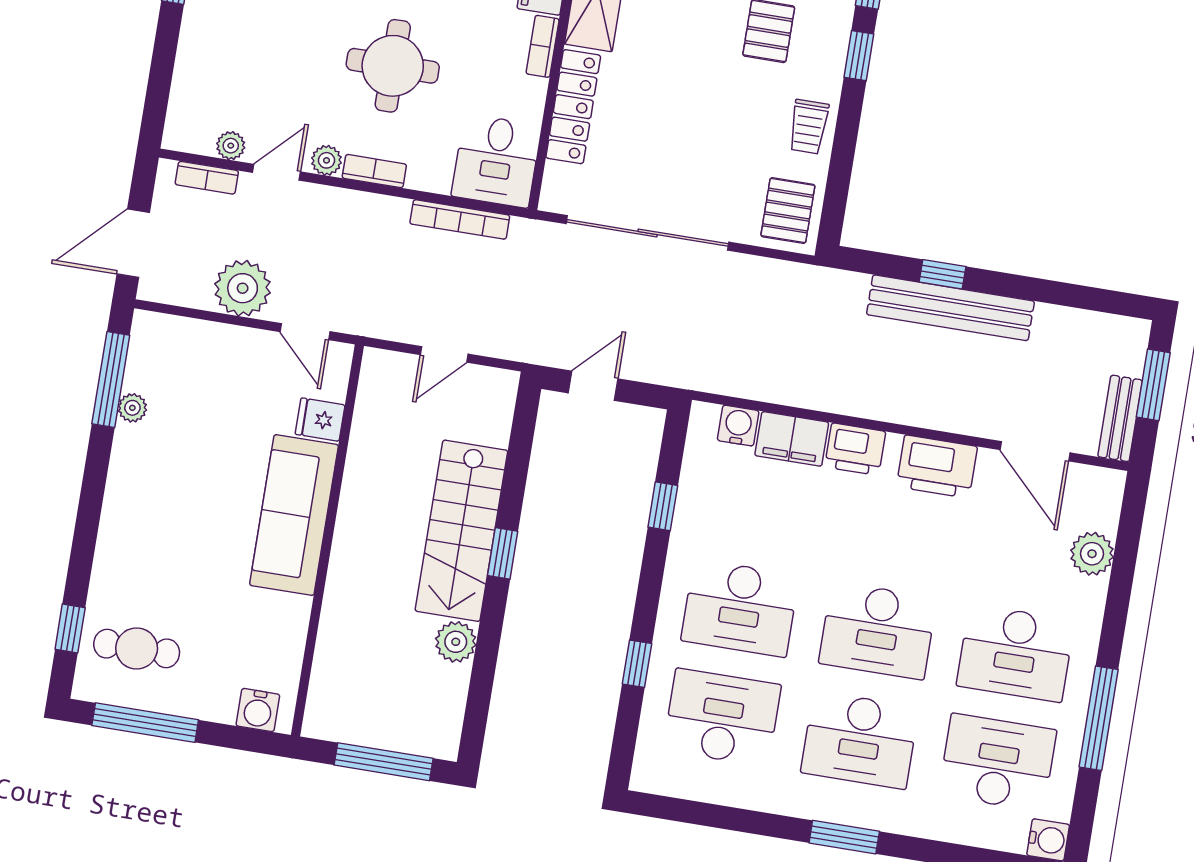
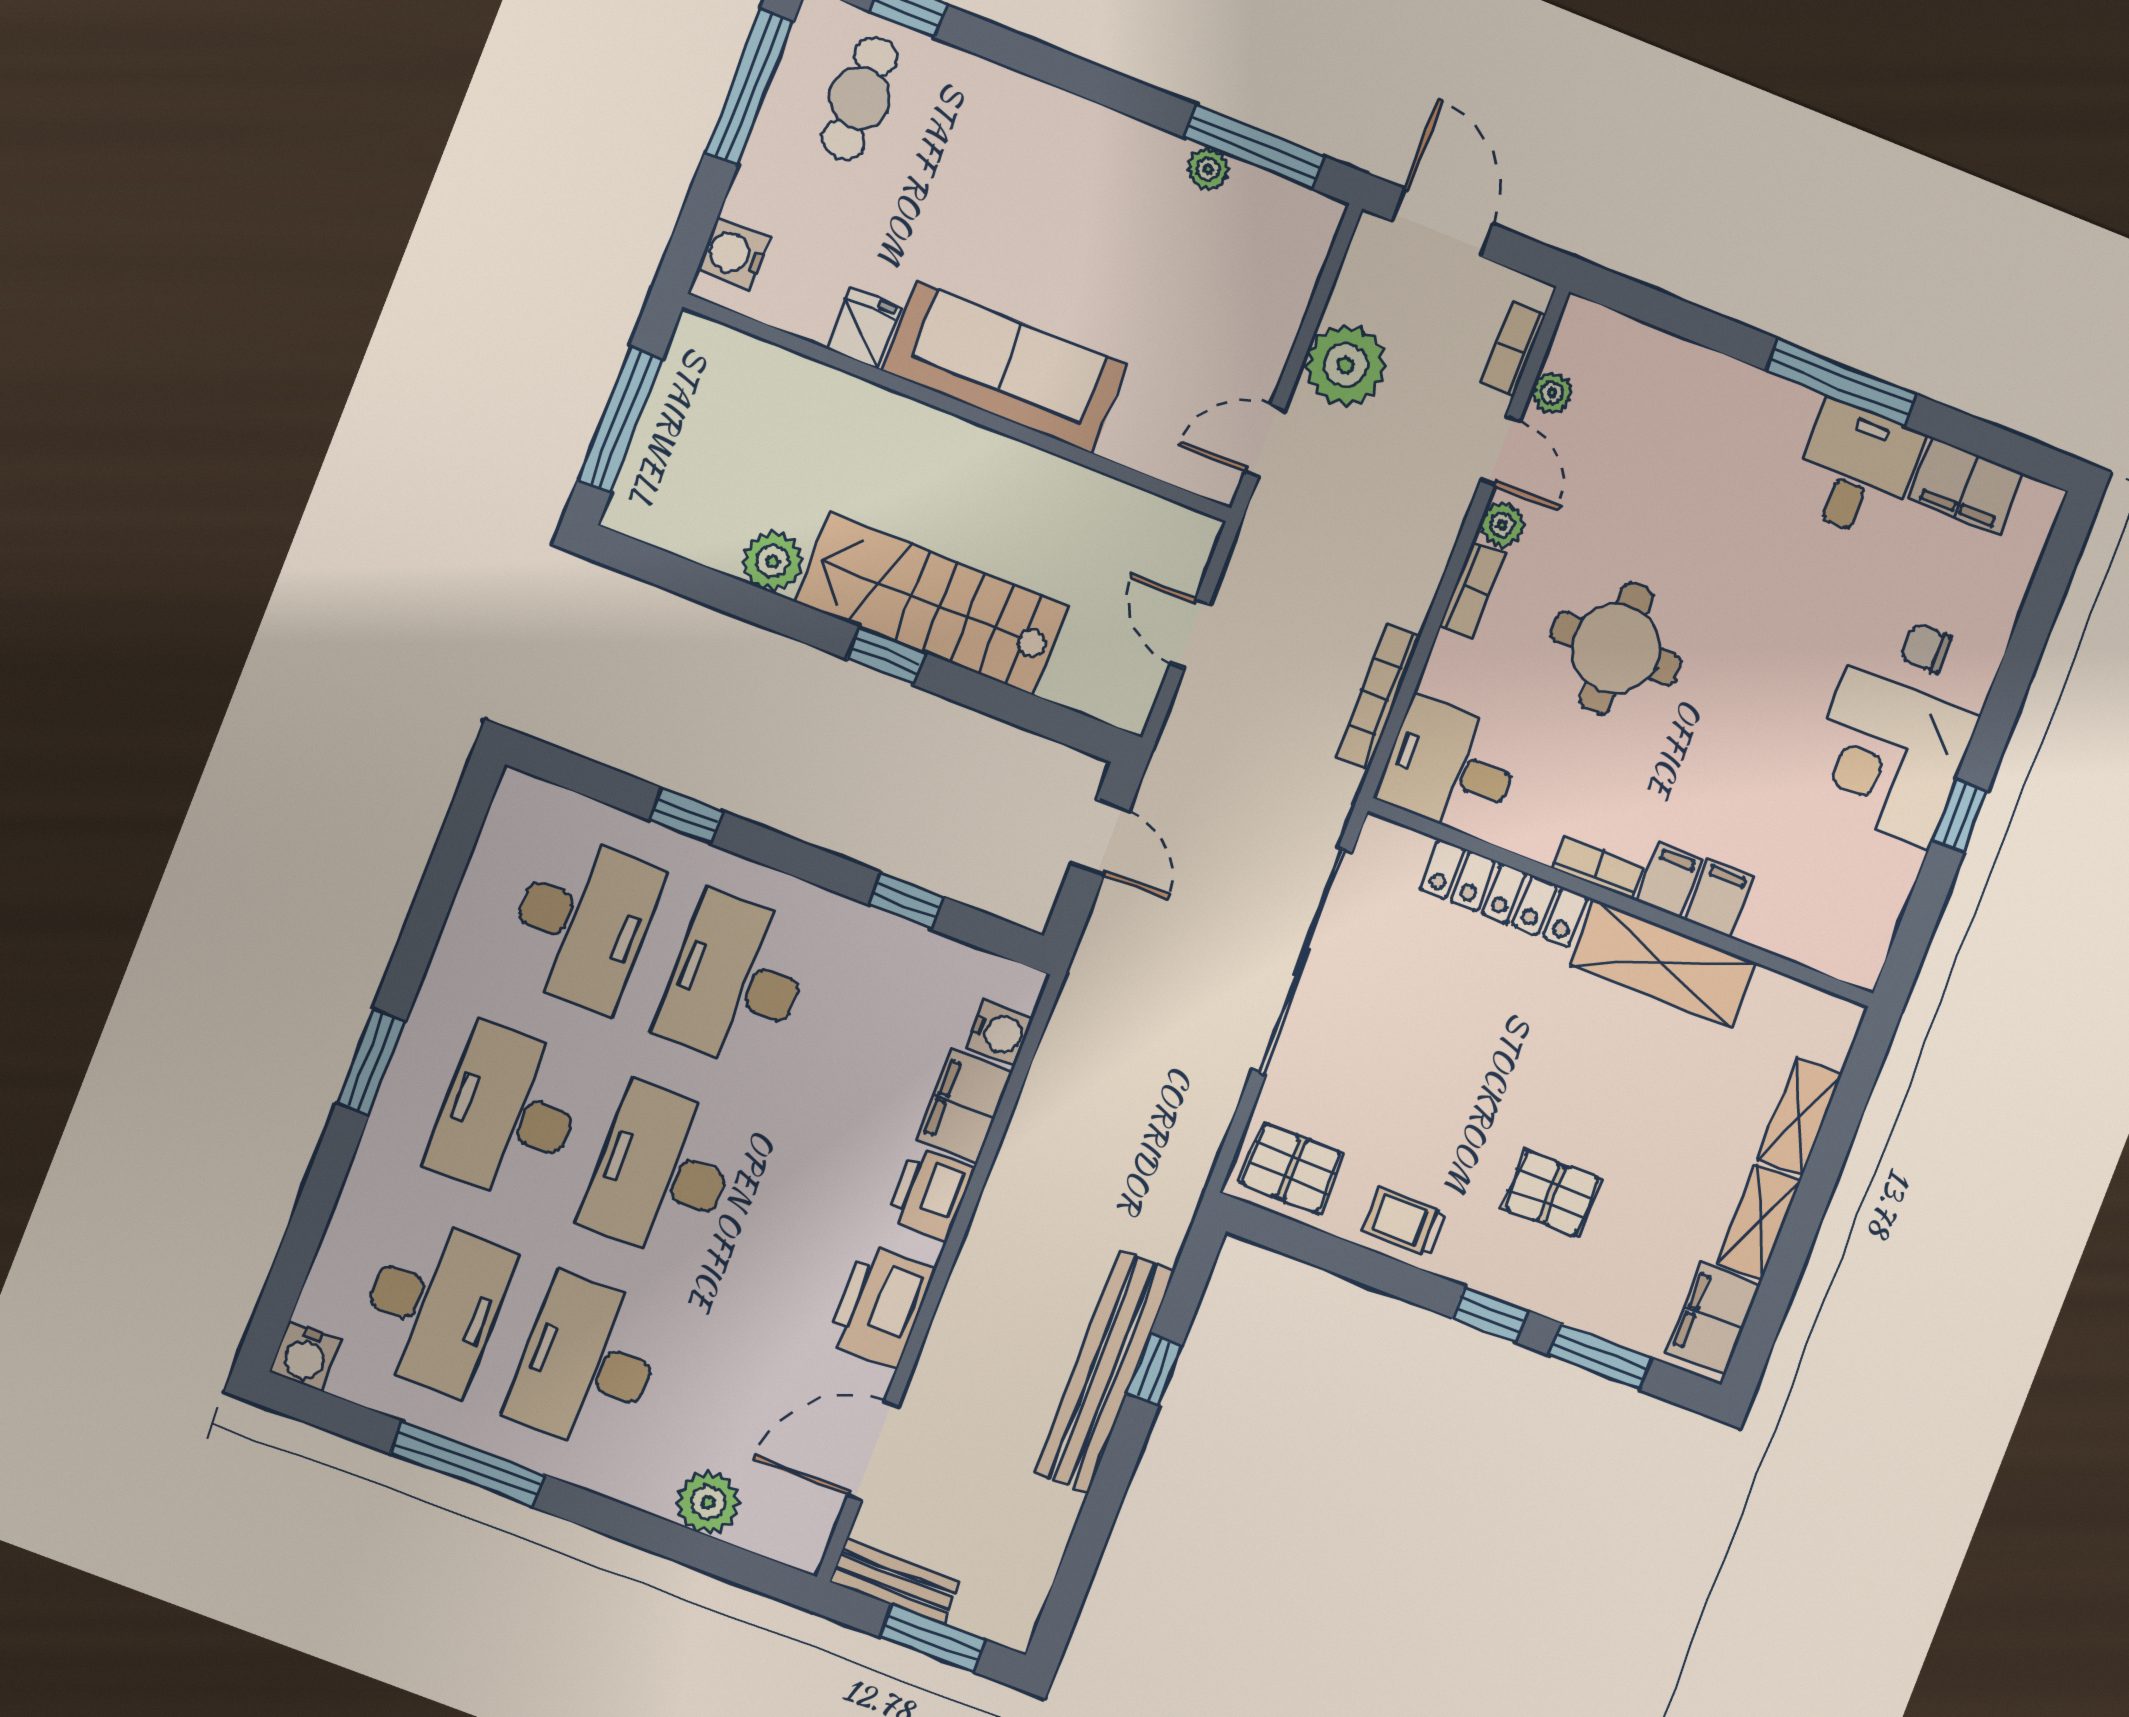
fridge: (320, 420) -> (864, 328), moved

